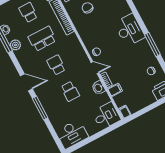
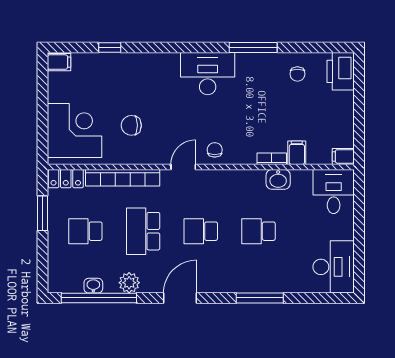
door: (95, 68) -> (183, 167), moved
door: (26, 82) -> (180, 298), moved
school desk: (70, 91) -> (259, 231), turned 180

